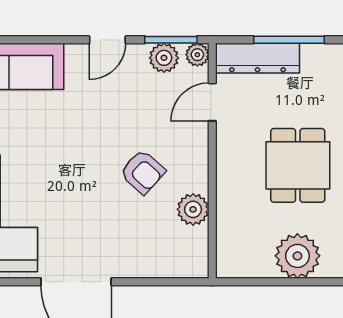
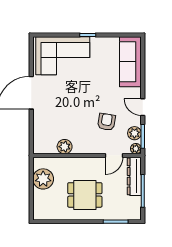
door: (212, 102) -> (114, 155), swing flipped
armchair: (143, 172) -> (107, 122), moved, turned 147
plant: (297, 256) -> (43, 179), moved

